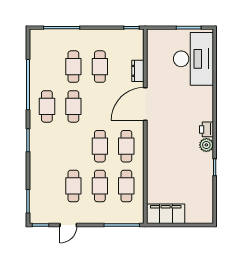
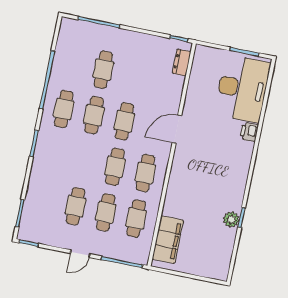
cafe table: (100, 67) -> (124, 121), moved
dresser: (138, 71) -> (182, 62), moved
door: (145, 104) -> (177, 129), width x0.73
printer: (206, 129) -> (249, 132), moved
plant: (206, 145) -> (231, 219), moved
filing cabinet: (166, 214) -> (168, 240), moved, turned 90
door: (68, 225) -> (80, 254), moved

